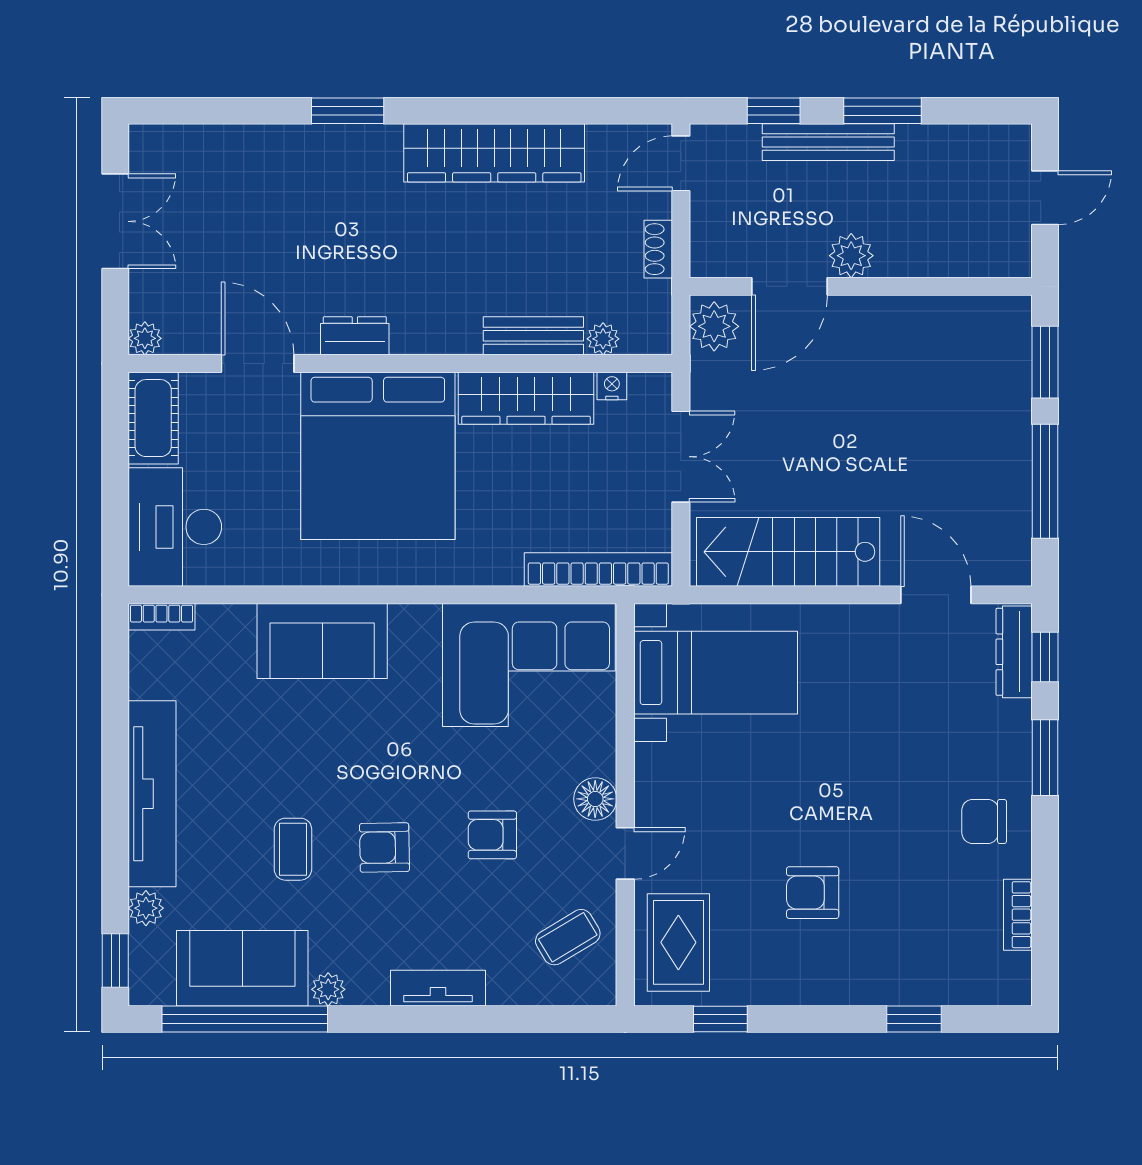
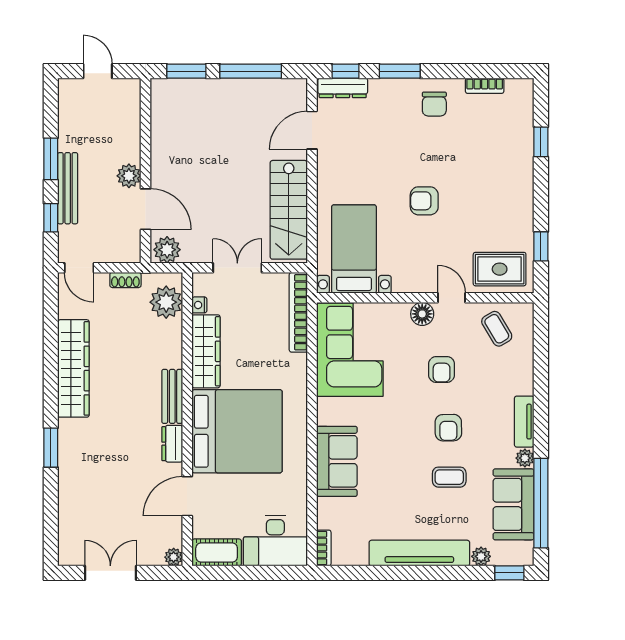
bench: (533, 336) -> (172, 396), moved
plant: (603, 339) -> (166, 302), width x1.88, depth x1.88
armchair: (813, 893) -> (424, 201), moved, turned 90
tv unit: (438, 988) -> (524, 422), moved

